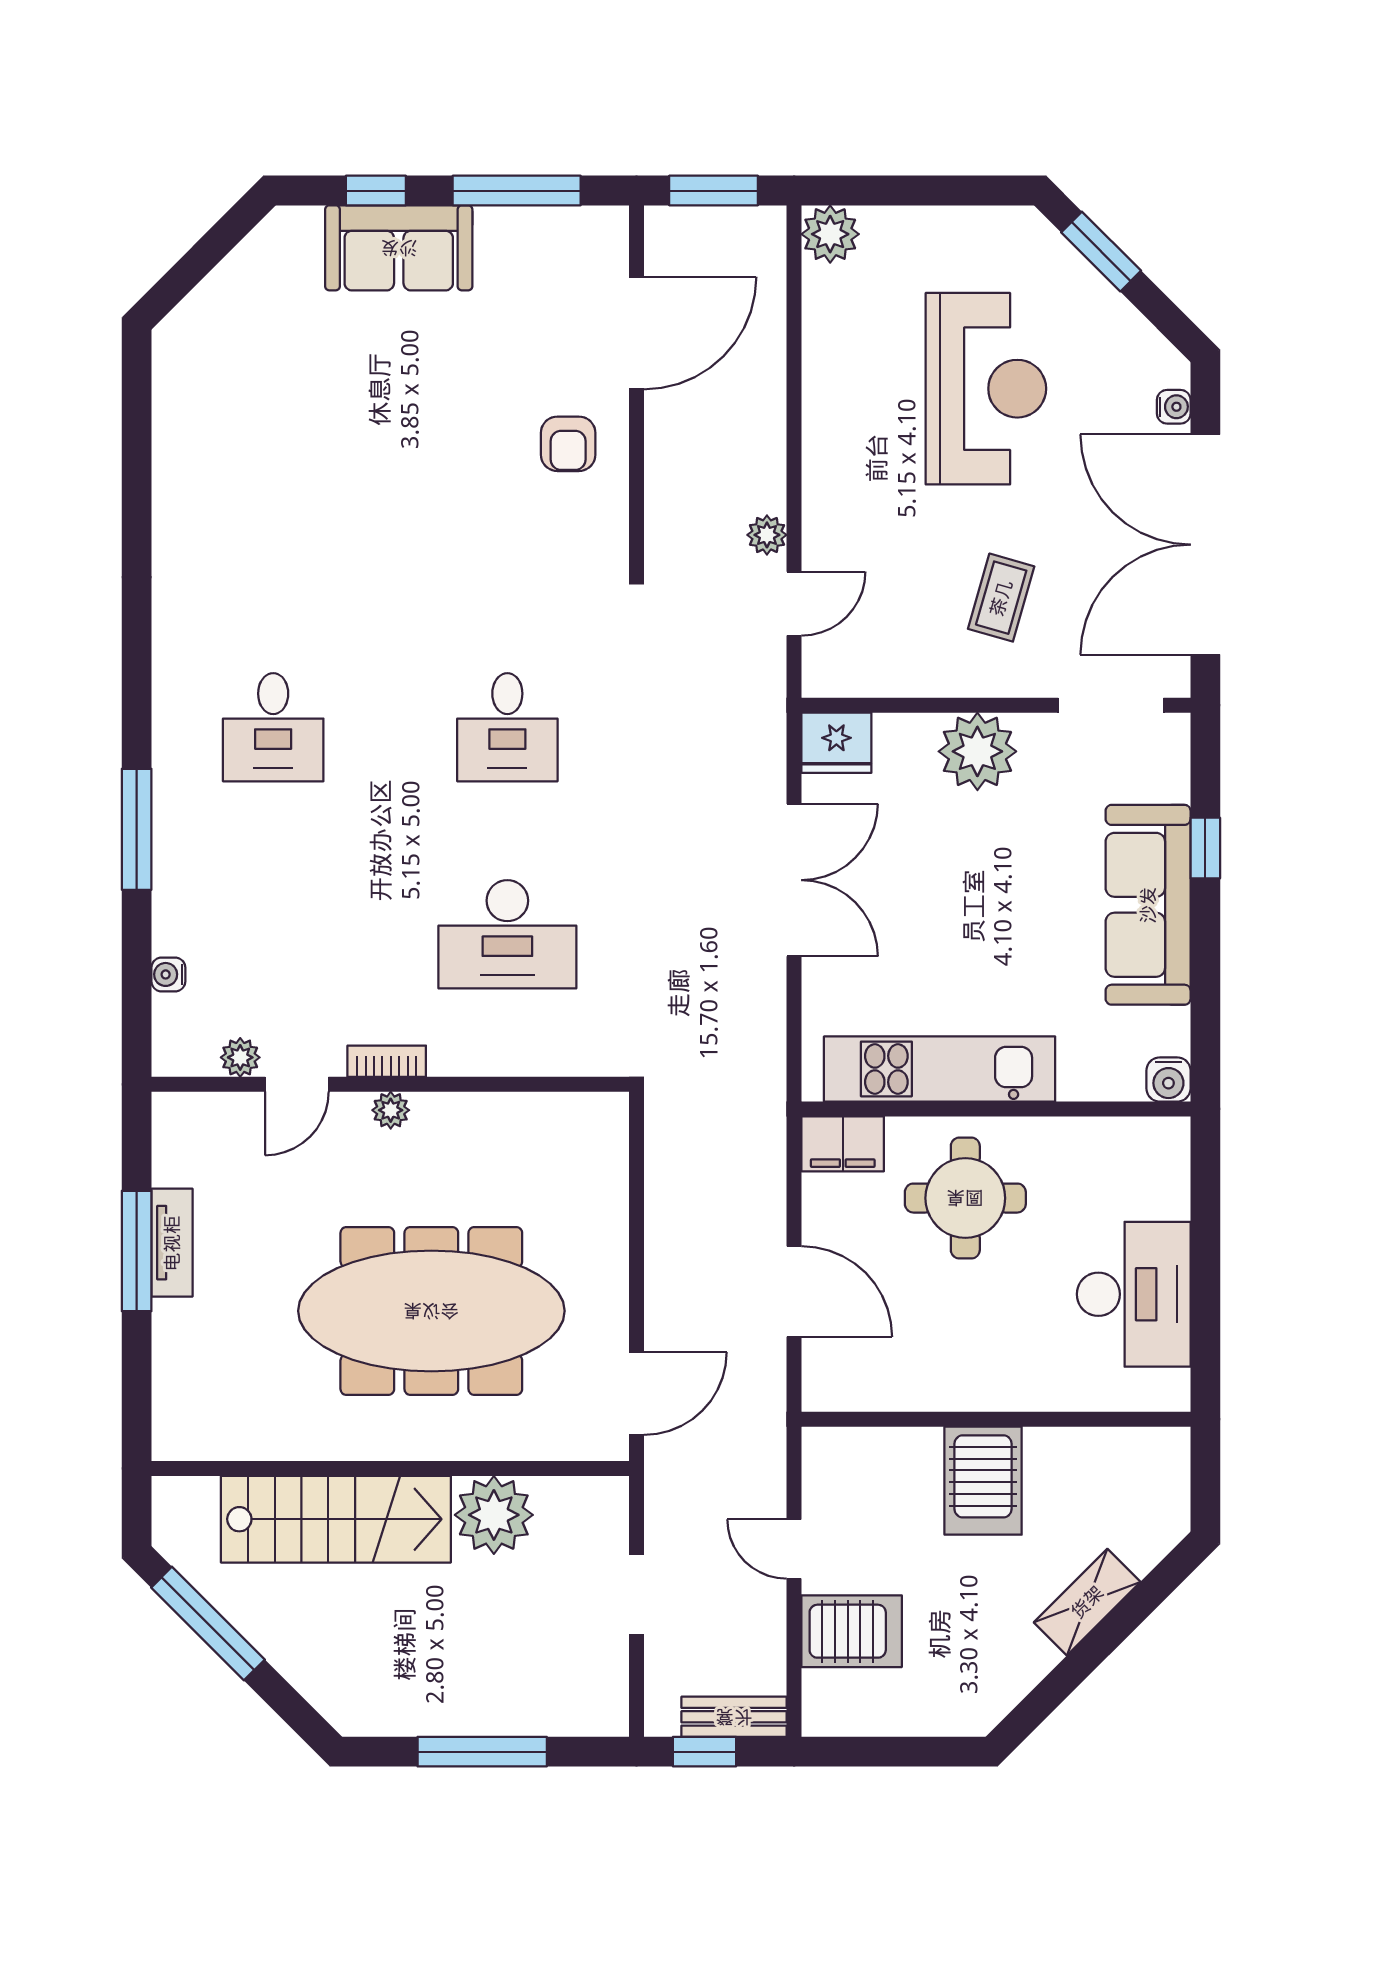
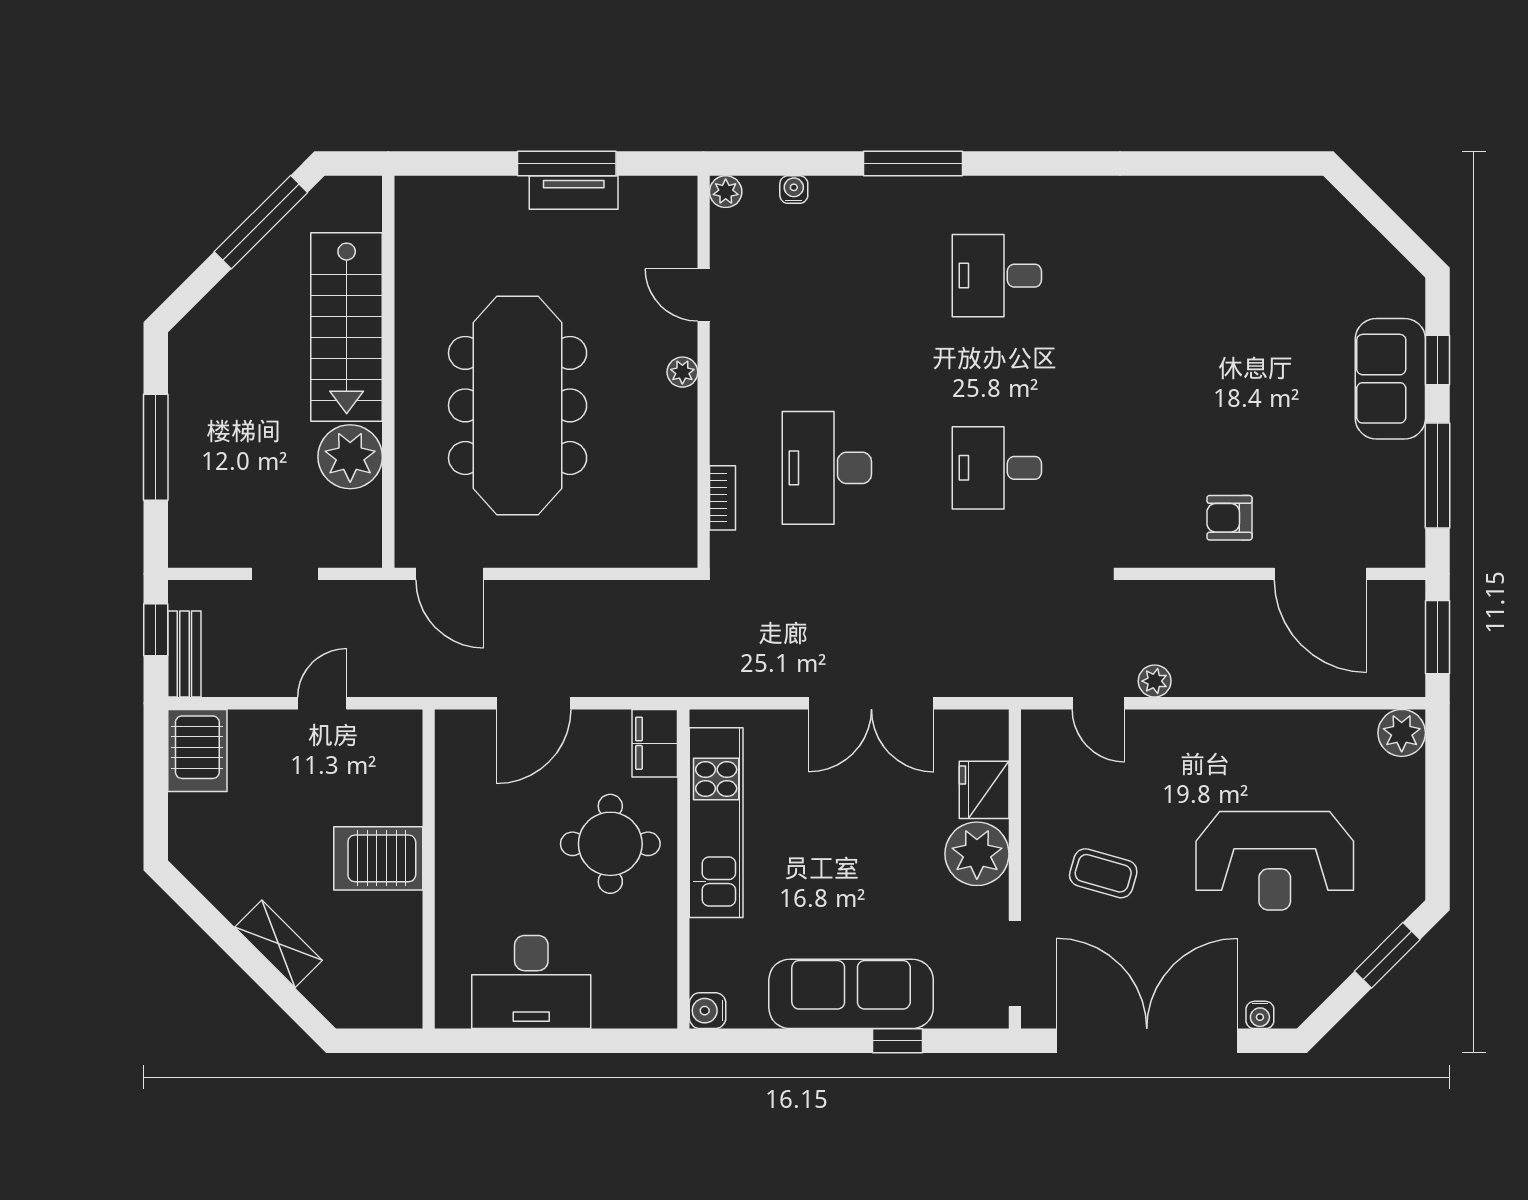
fridge: (836, 743) -> (984, 790), moved
plant: (240, 1057) -> (726, 192), moved
bookcase: (387, 1061) -> (723, 498), moved
server rack: (852, 1631) -> (197, 751), moved

